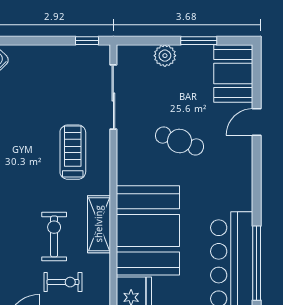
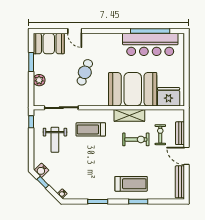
weight bench: (54, 85) -> (55, 140), added
exercise bike: (54, 236) -> (136, 139), turned 180

